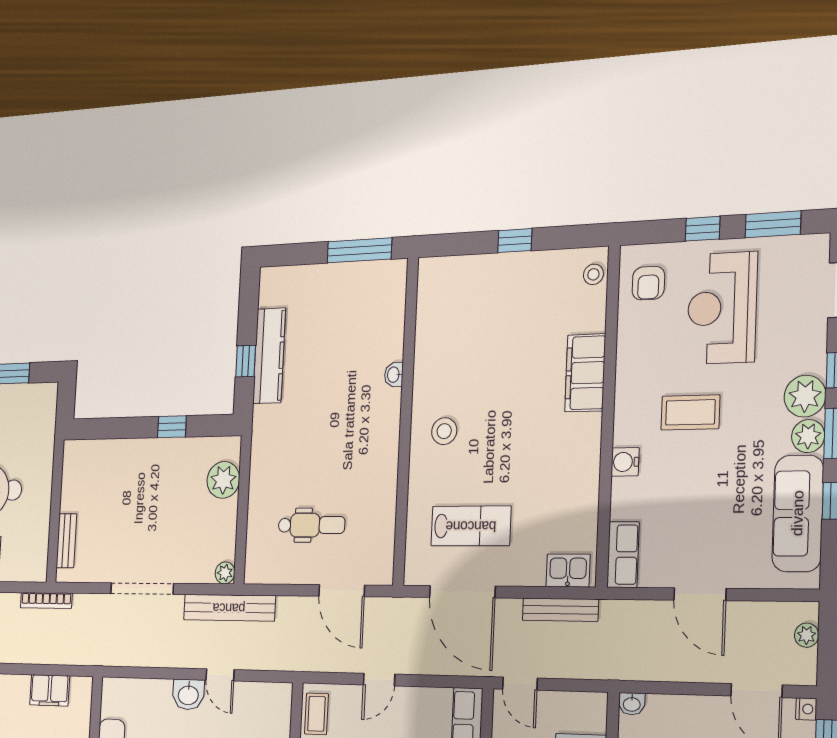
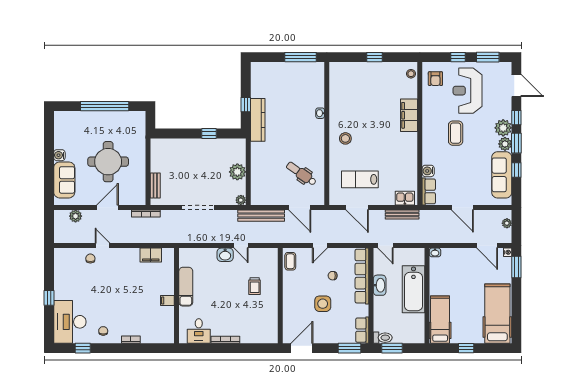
kitchen counter: (269, 356) -> (258, 120), moved
coffee table: (690, 412) -> (456, 133), turned 90
water cooler: (625, 462) -> (428, 171), moved
plant: (223, 480) -> (237, 172), moved
dental chair: (311, 525) -> (301, 174), moved, turned -145
lab bench: (471, 526) -> (360, 179), turned 180
door: (462, 592) -> (357, 207), width x0.73
bench: (229, 608) -> (261, 216), moved

